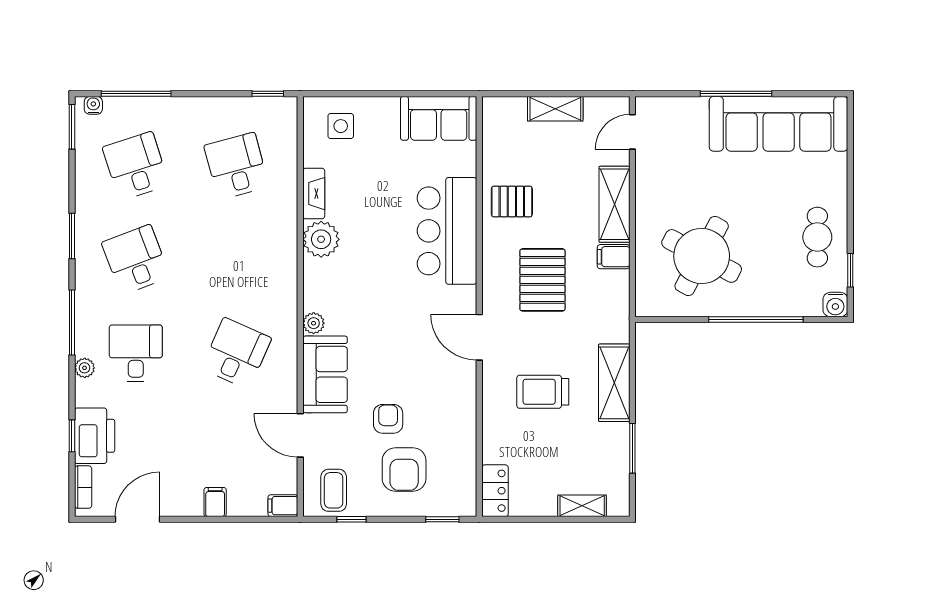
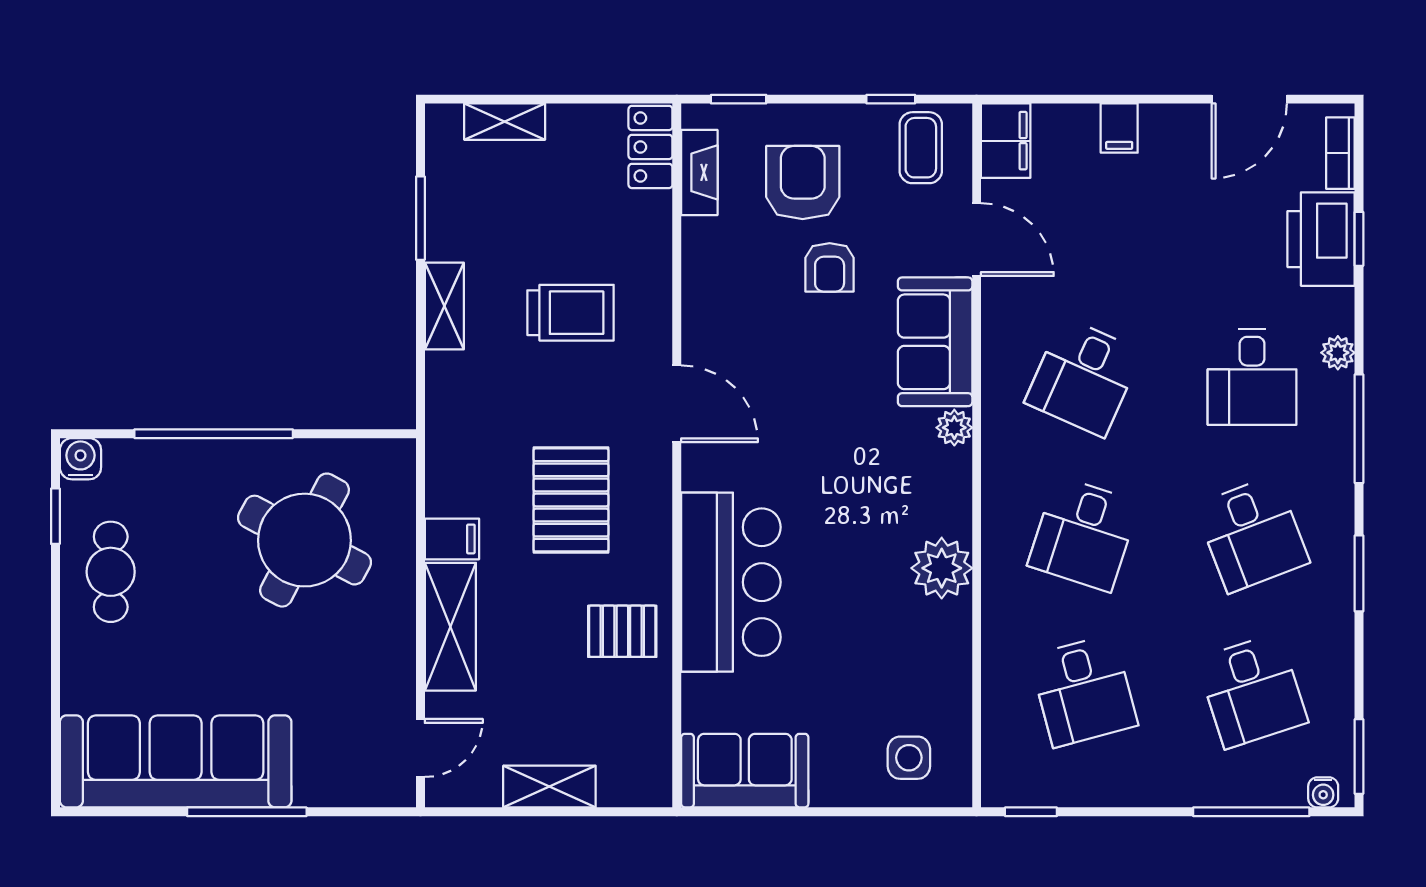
fireplace: (314, 194) -> (699, 172), moved, turned 180
desk: (236, 260) -> (1084, 534), added
shelving: (614, 383) -> (444, 306), width x0.67, depth x0.75
filing cabinet: (283, 506) -> (1006, 141), width x2.00

